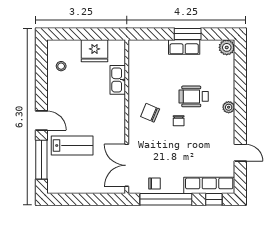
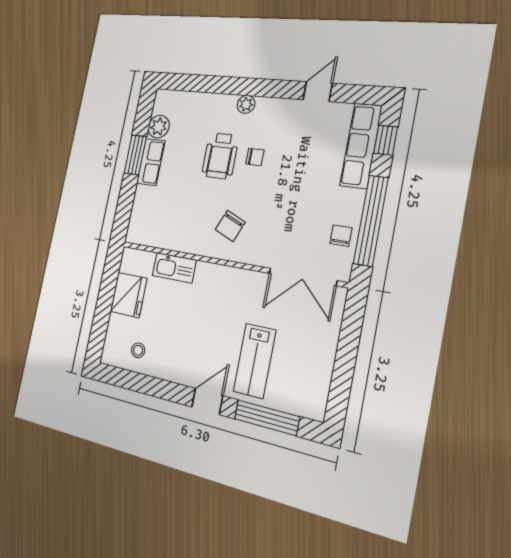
plant: (227, 47) -> (159, 127), moved
chair: (179, 121) -> (255, 157), moved
lab bench: (72, 146) -> (255, 361), turned 180

